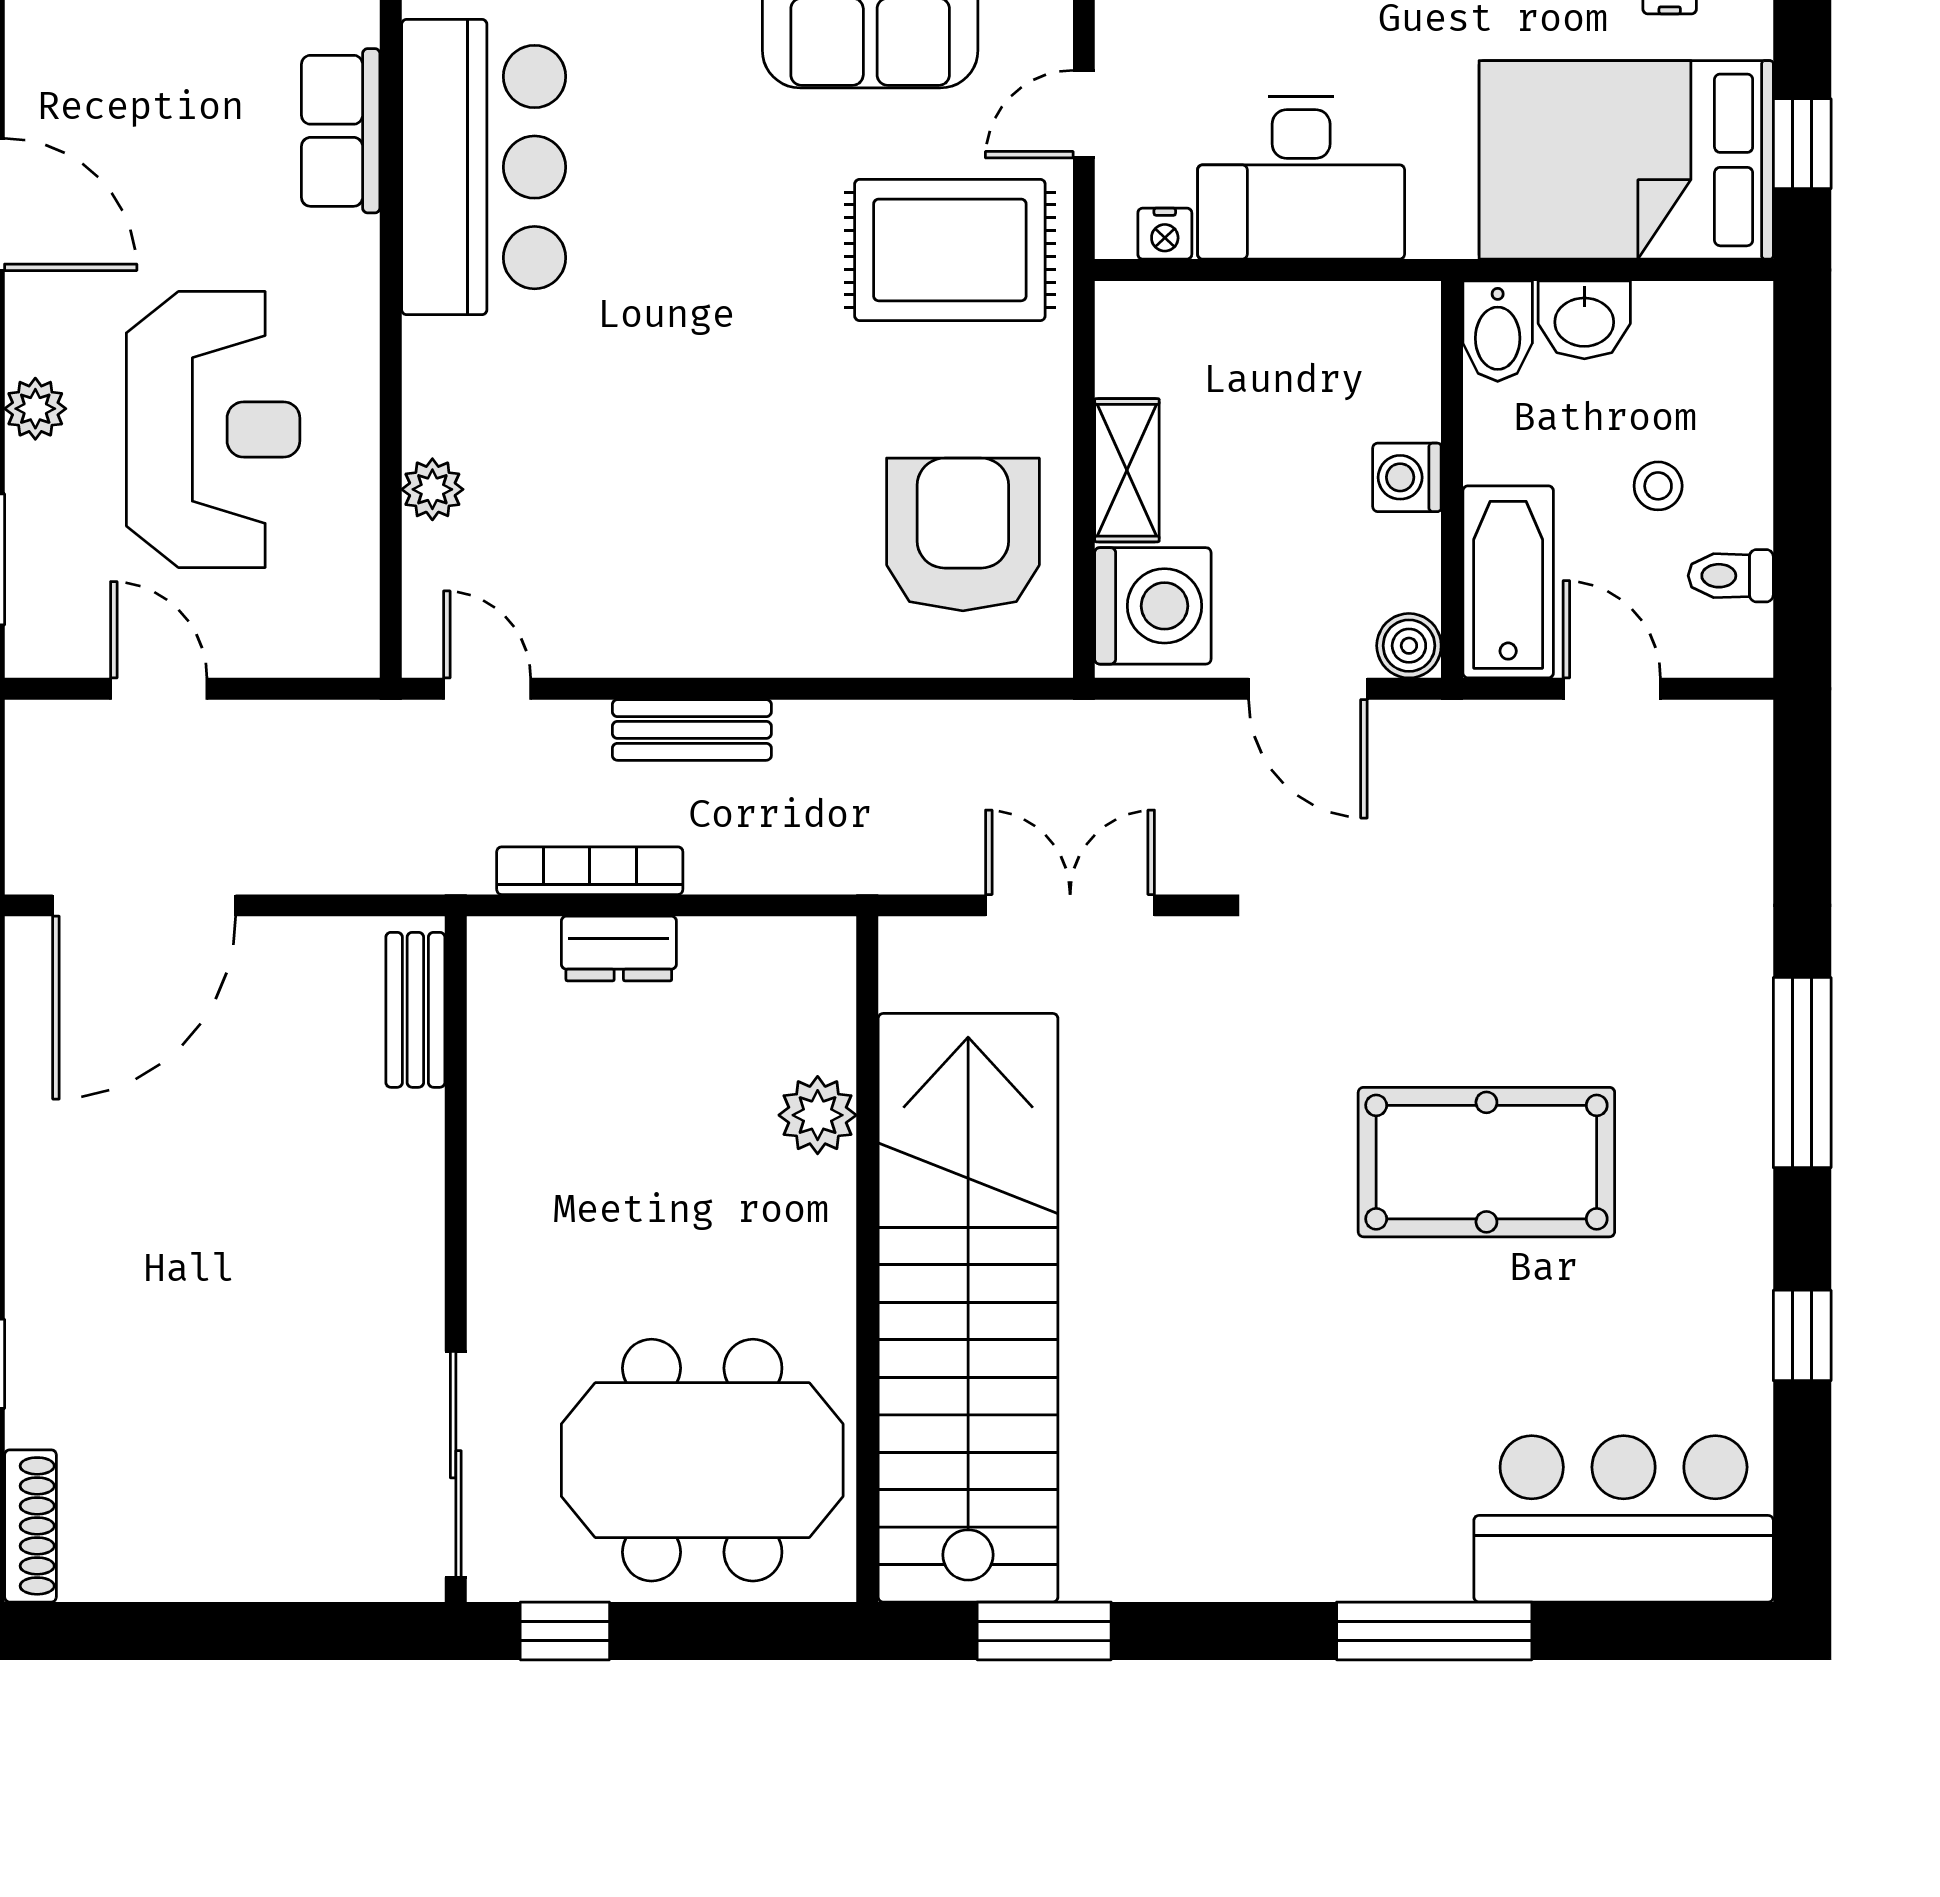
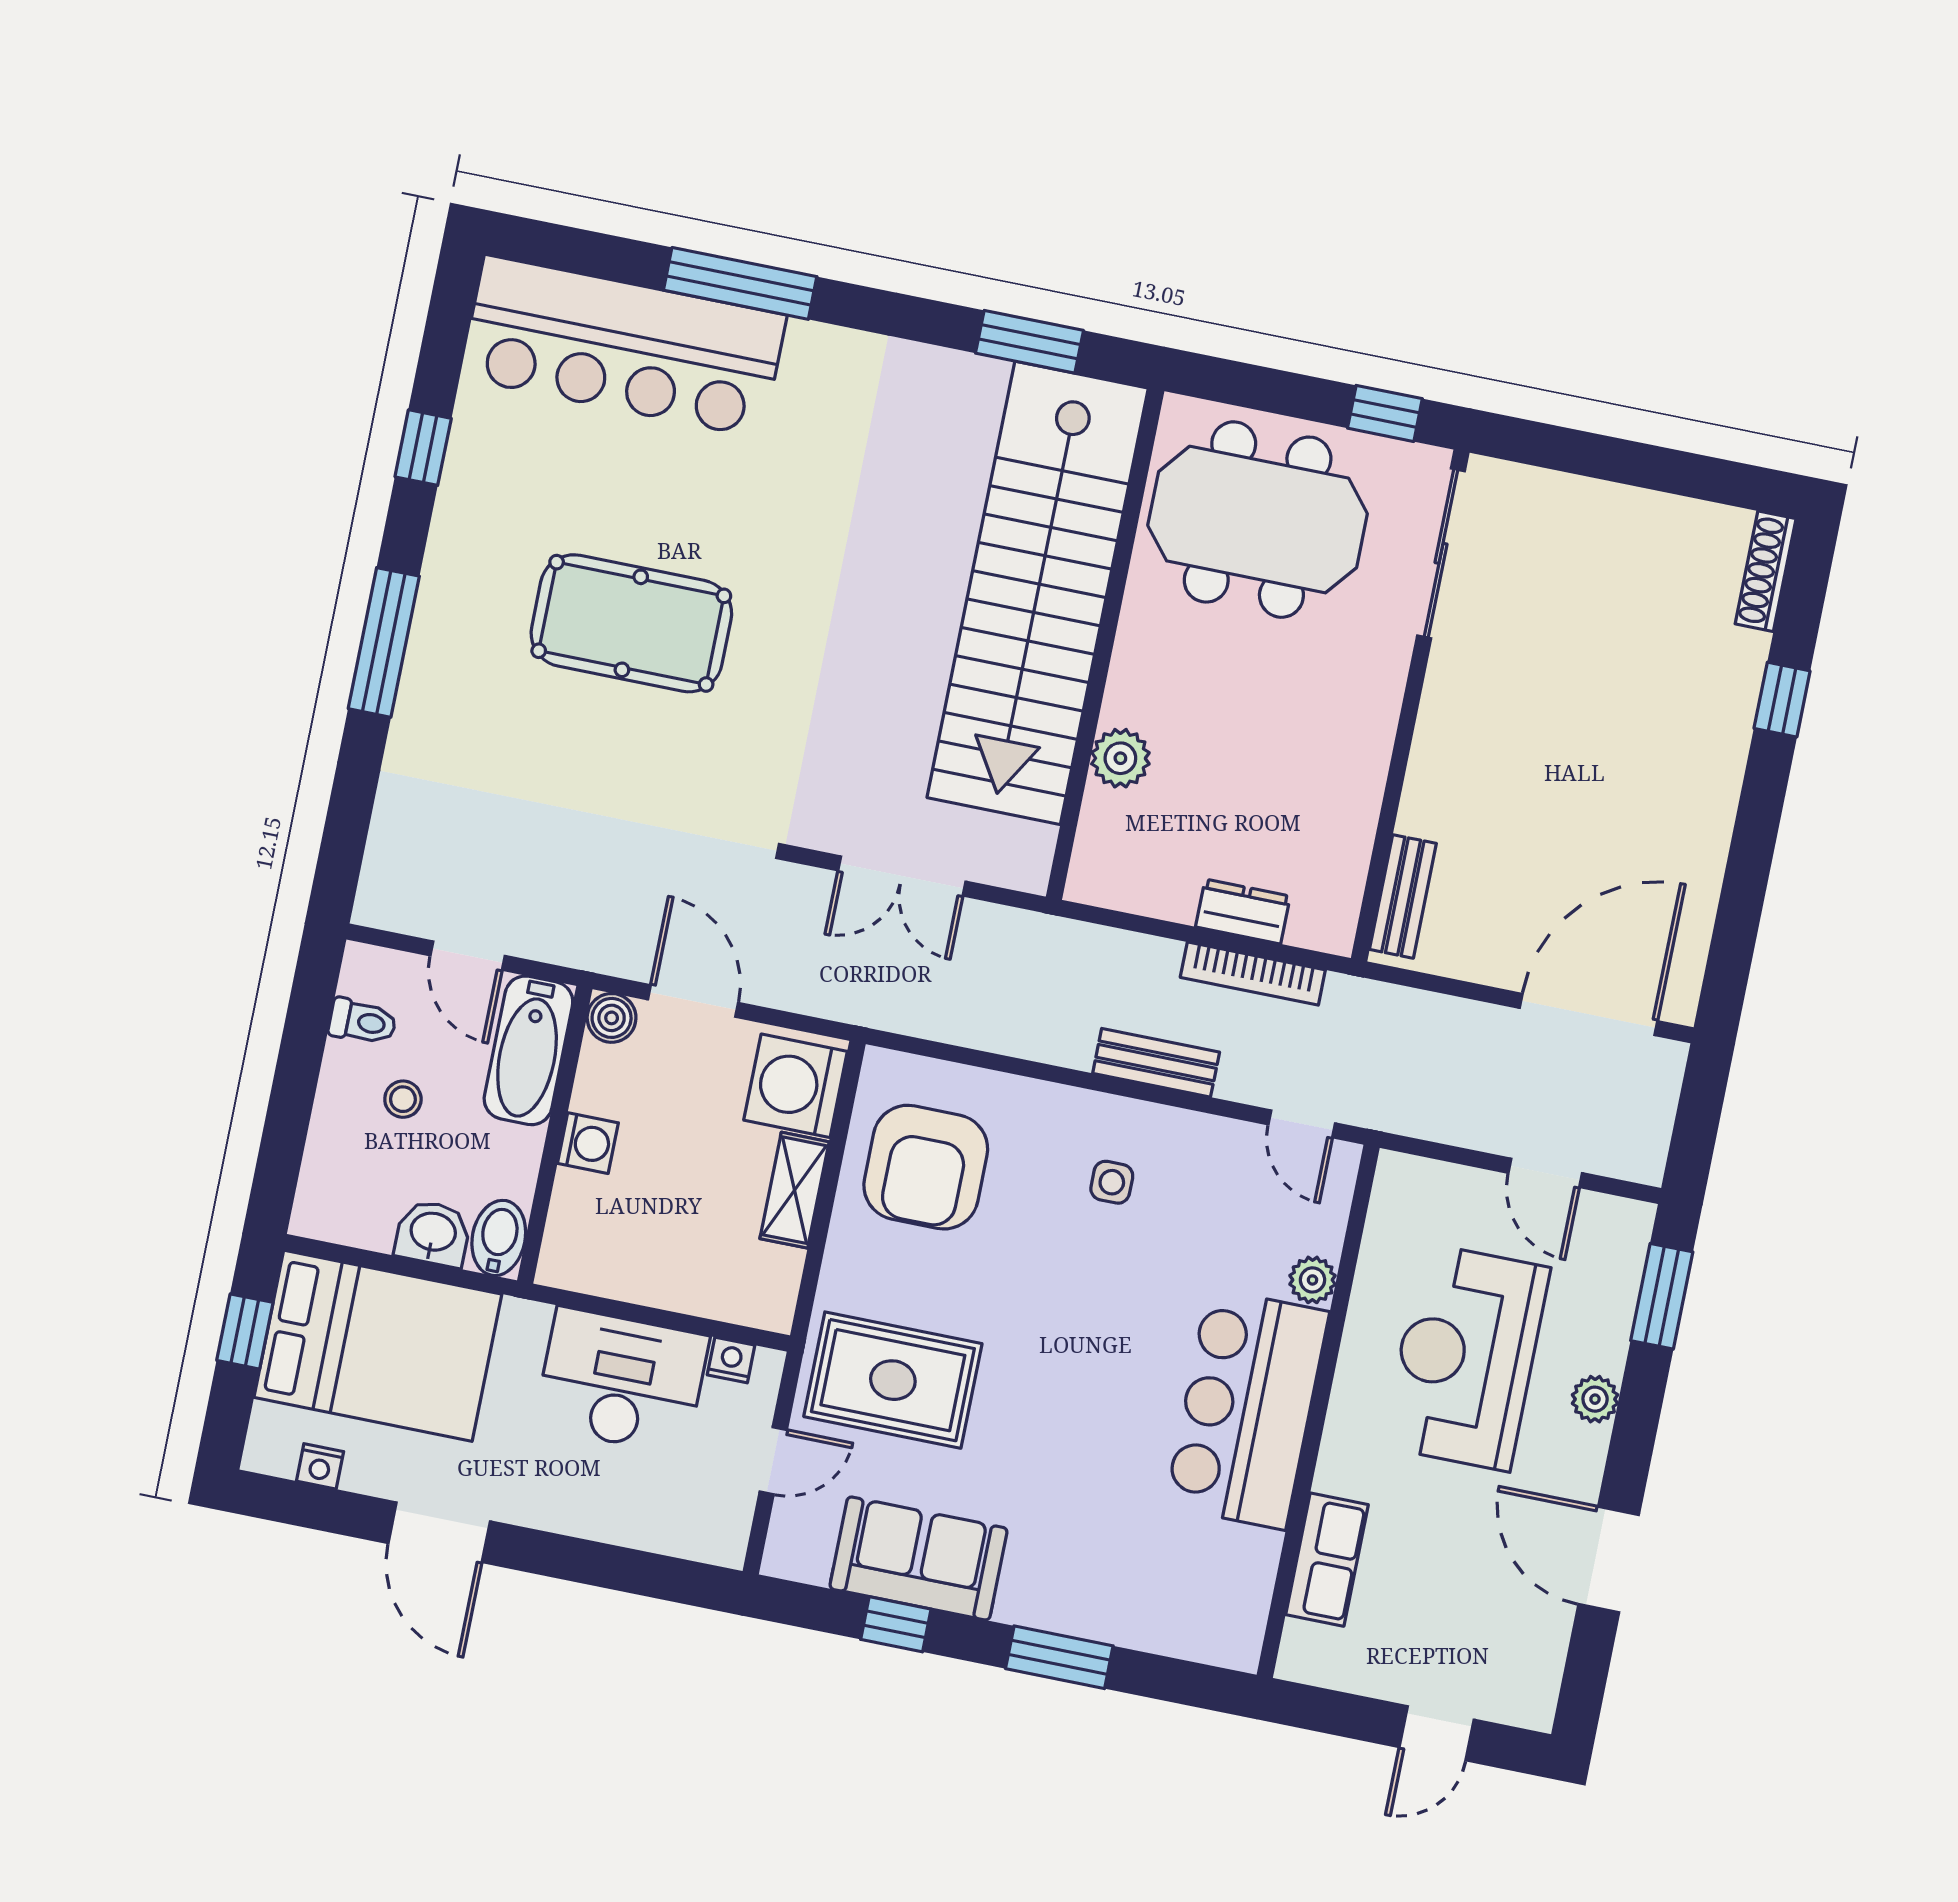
bar counter: (484, 167) -> (1247, 1409), moved
side table: (718, 563) -> (1112, 1182), added
bar counter: (1624, 1519) -> (623, 346), width x1.36

